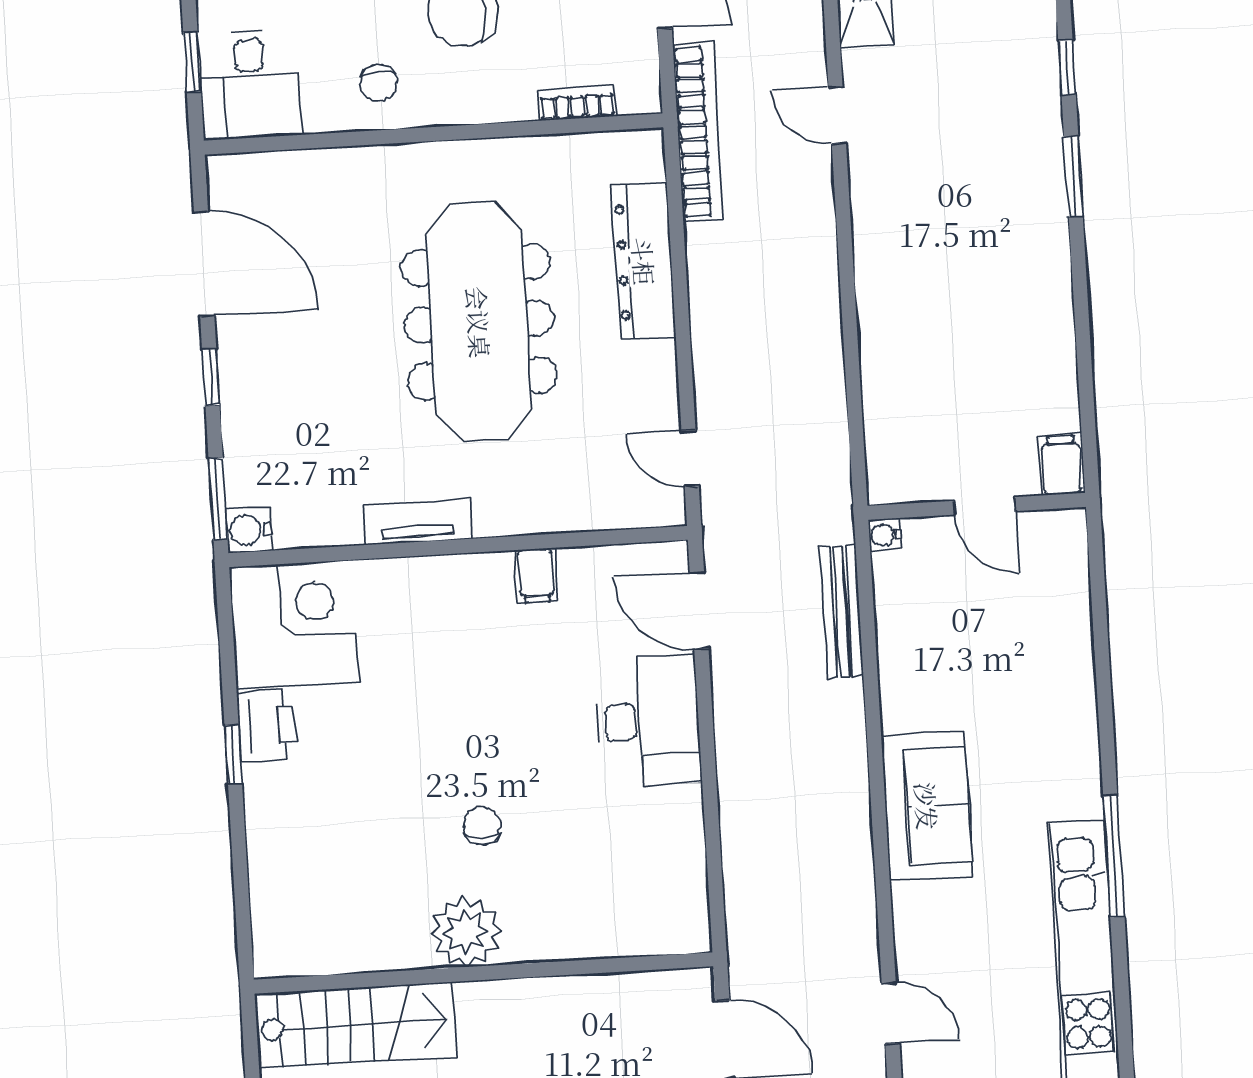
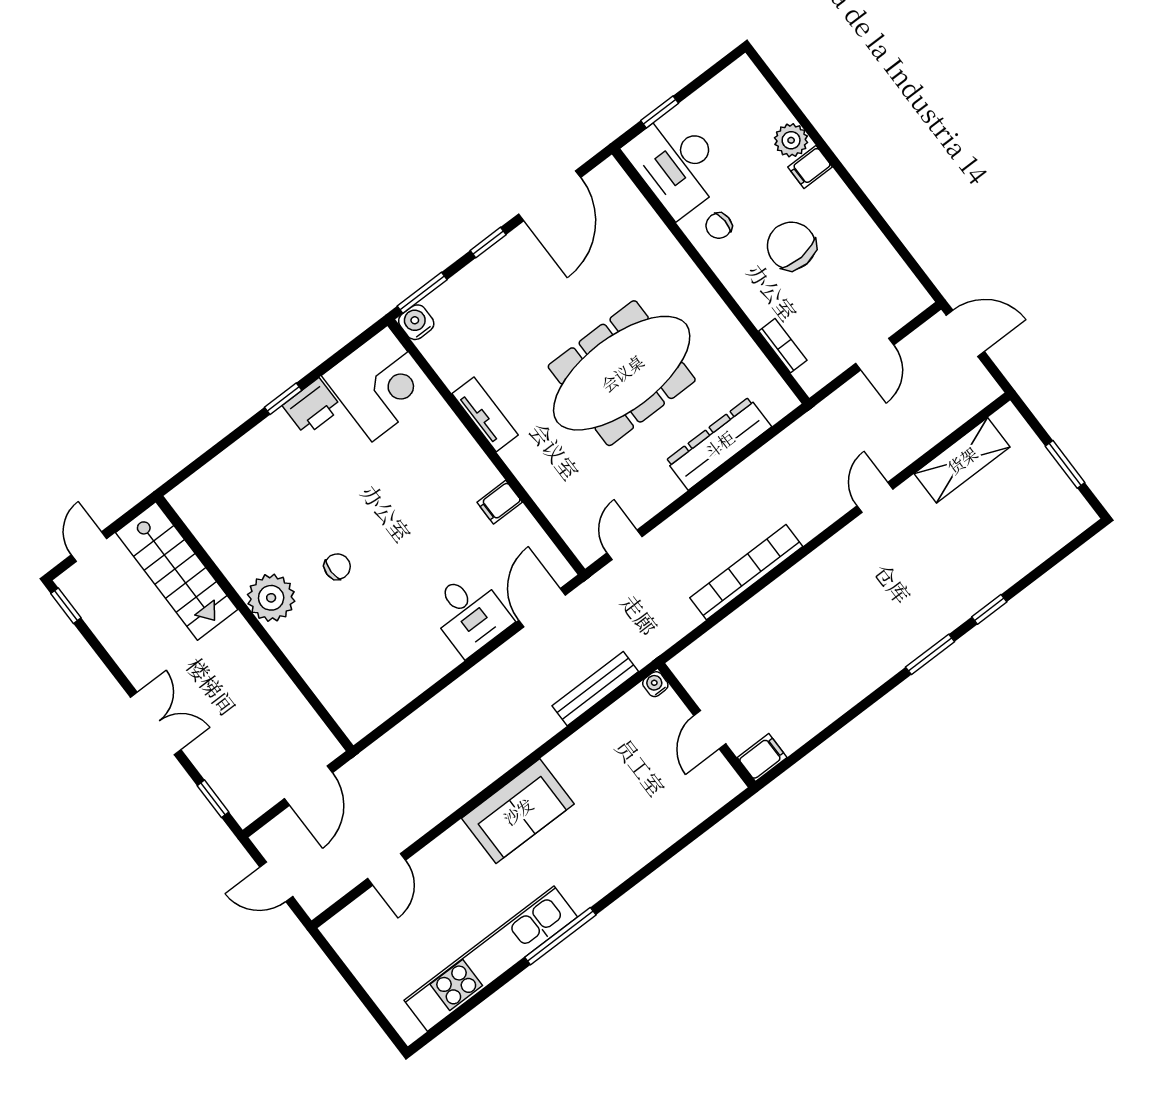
desk: (250, 84) -> (677, 163), width x1.37
bookcase: (698, 132) -> (746, 572), moved, turned 180
desk: (648, 721) -> (469, 613), width x0.73

